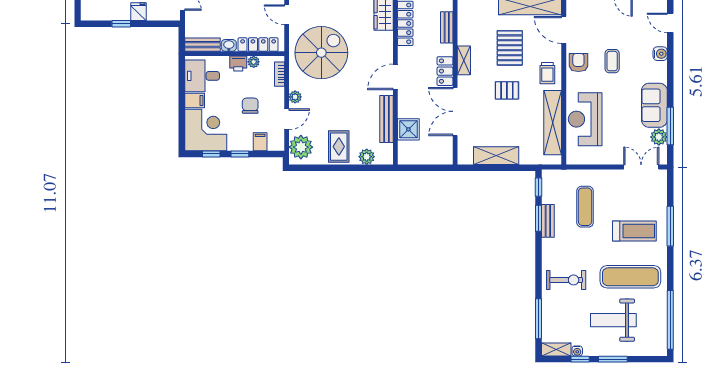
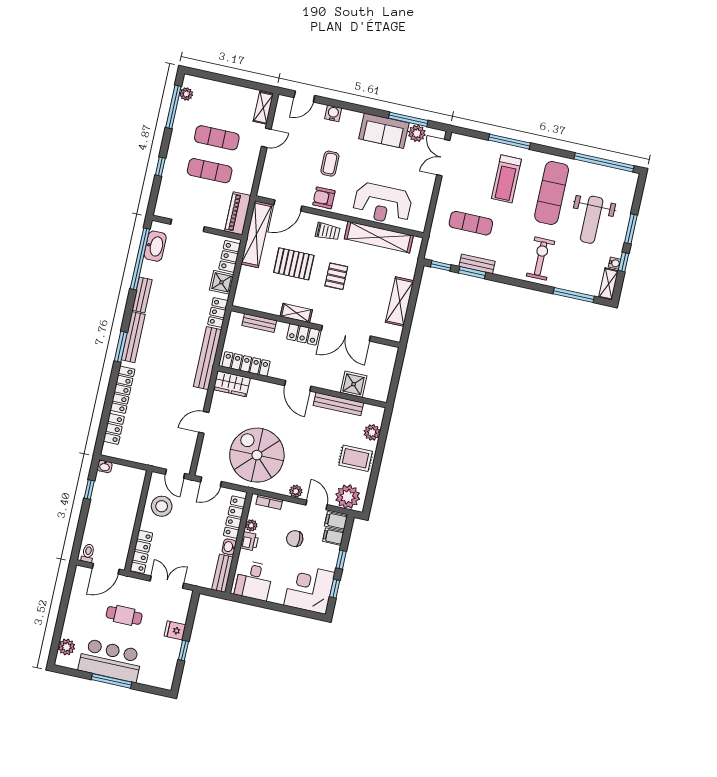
coffee table: (612, 61) -> (330, 164), turned 90
filing cabinet: (195, 100) -> (336, 521), moved, turned -90
treadmill: (634, 231) -> (506, 179), turned 180

